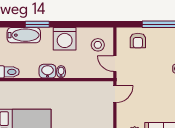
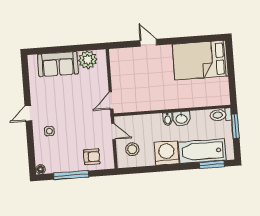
window: (37, 24) -> (212, 164), moved
bathtub: (24, 35) -> (202, 151), width x1.36, depth x1.36
armchair: (138, 41) -> (92, 157), turned 90

